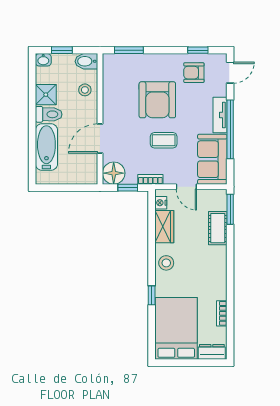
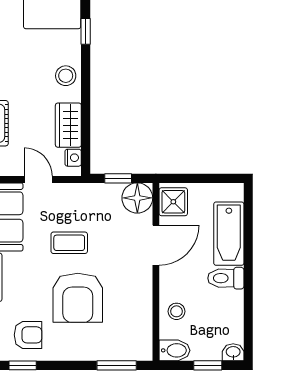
shower: (46, 95) -> (173, 202), moved
armchair: (157, 100) -> (78, 298), turned 180
bookcase: (150, 179) -> (87, 190), removed

